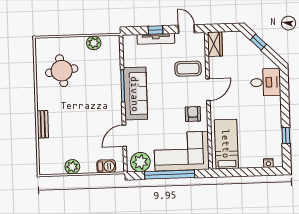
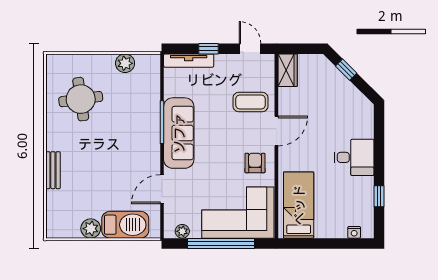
tv unit: (156, 39) -> (189, 61), moved
desk: (266, 82) -> (354, 157), moved
plant: (140, 162) -> (182, 231), width x0.53, depth x0.53
barbecue: (106, 166) -> (125, 225), width x1.88, depth x1.53

